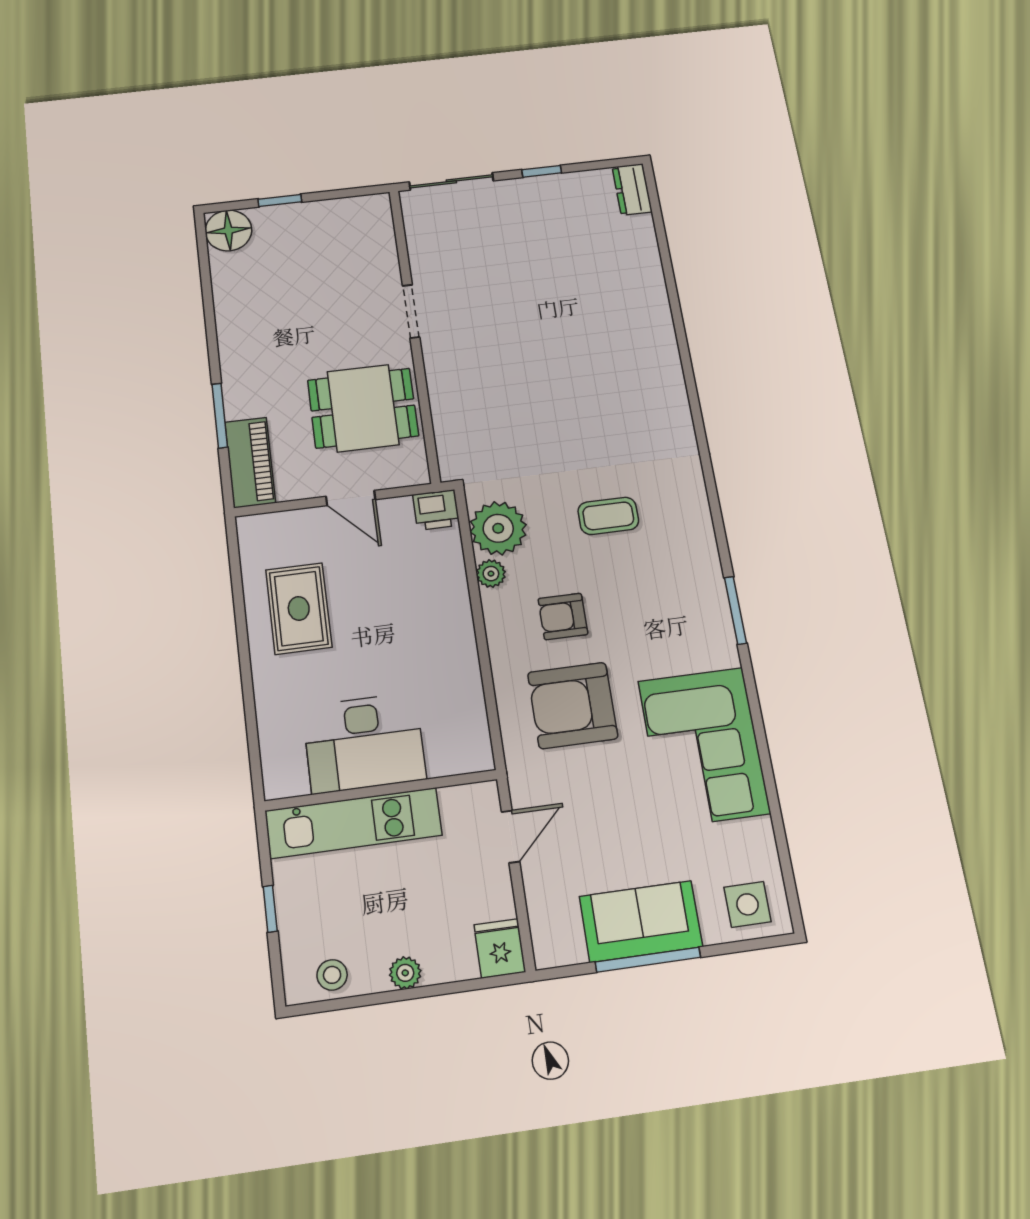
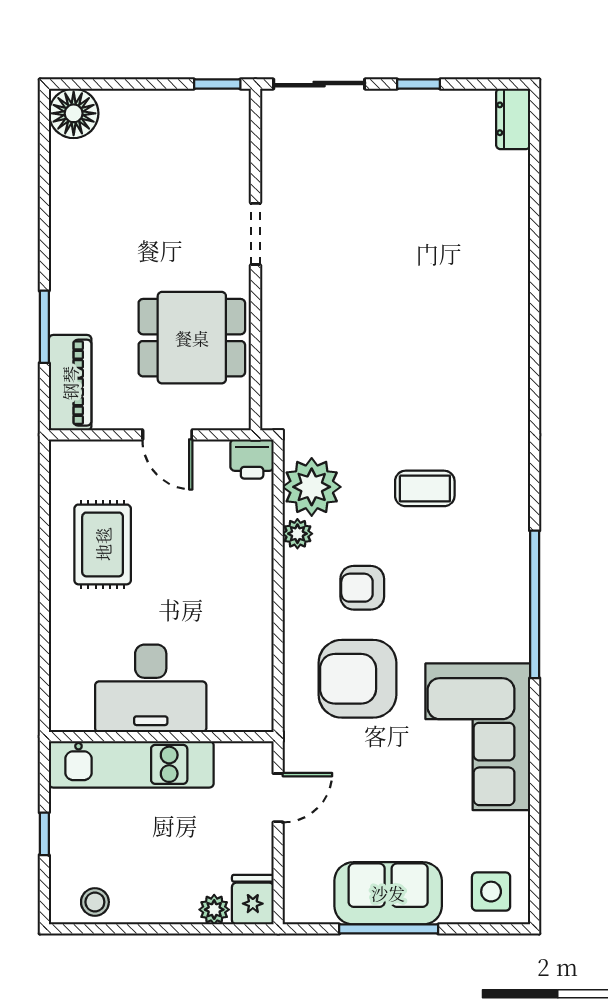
window: (280, 201) -> (217, 84), moved
window: (735, 610) -> (535, 604), width x2.11
plant: (405, 973) -> (214, 910), moved

